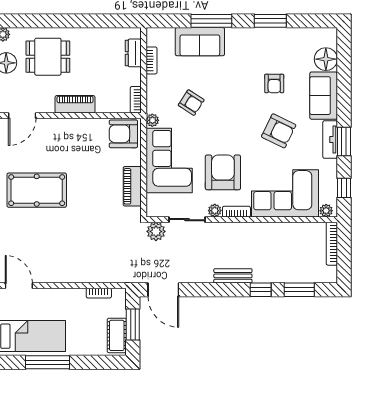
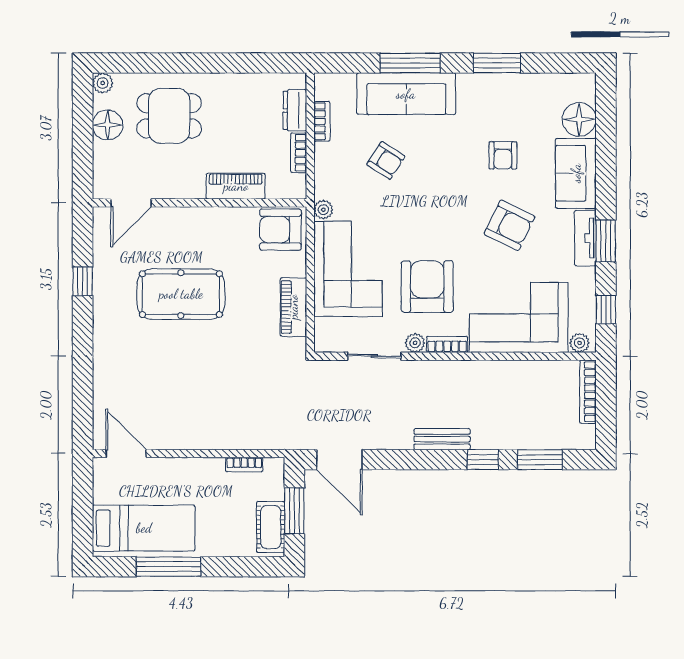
sofa: (200, 42) -> (406, 94), width x1.36
bookcase: (136, 100) -> (299, 153), moved
armchair: (191, 103) -> (386, 160), moved
piano: (75, 104) -> (236, 186), moved
pool table: (37, 190) -> (181, 294), moved
plant: (156, 231) -> (328, 374), removed

